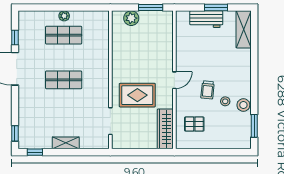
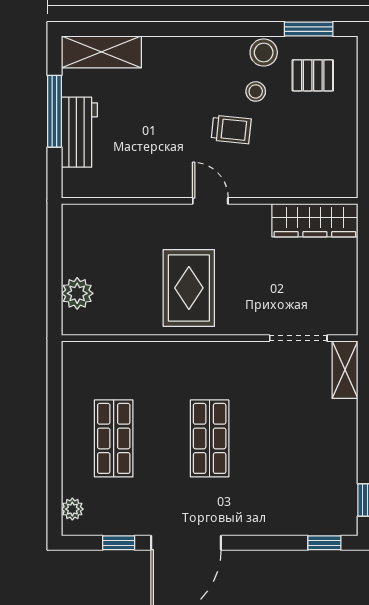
window: (151, 8) -> (54, 252), removed
window: (216, 8) -> (54, 111), width x1.44
plant: (64, 16) -> (72, 509), moved
rug: (137, 95) -> (189, 288), moved
pallet: (194, 124) -> (313, 75), moved, turned 90
shelving: (66, 143) -> (345, 370), moved

